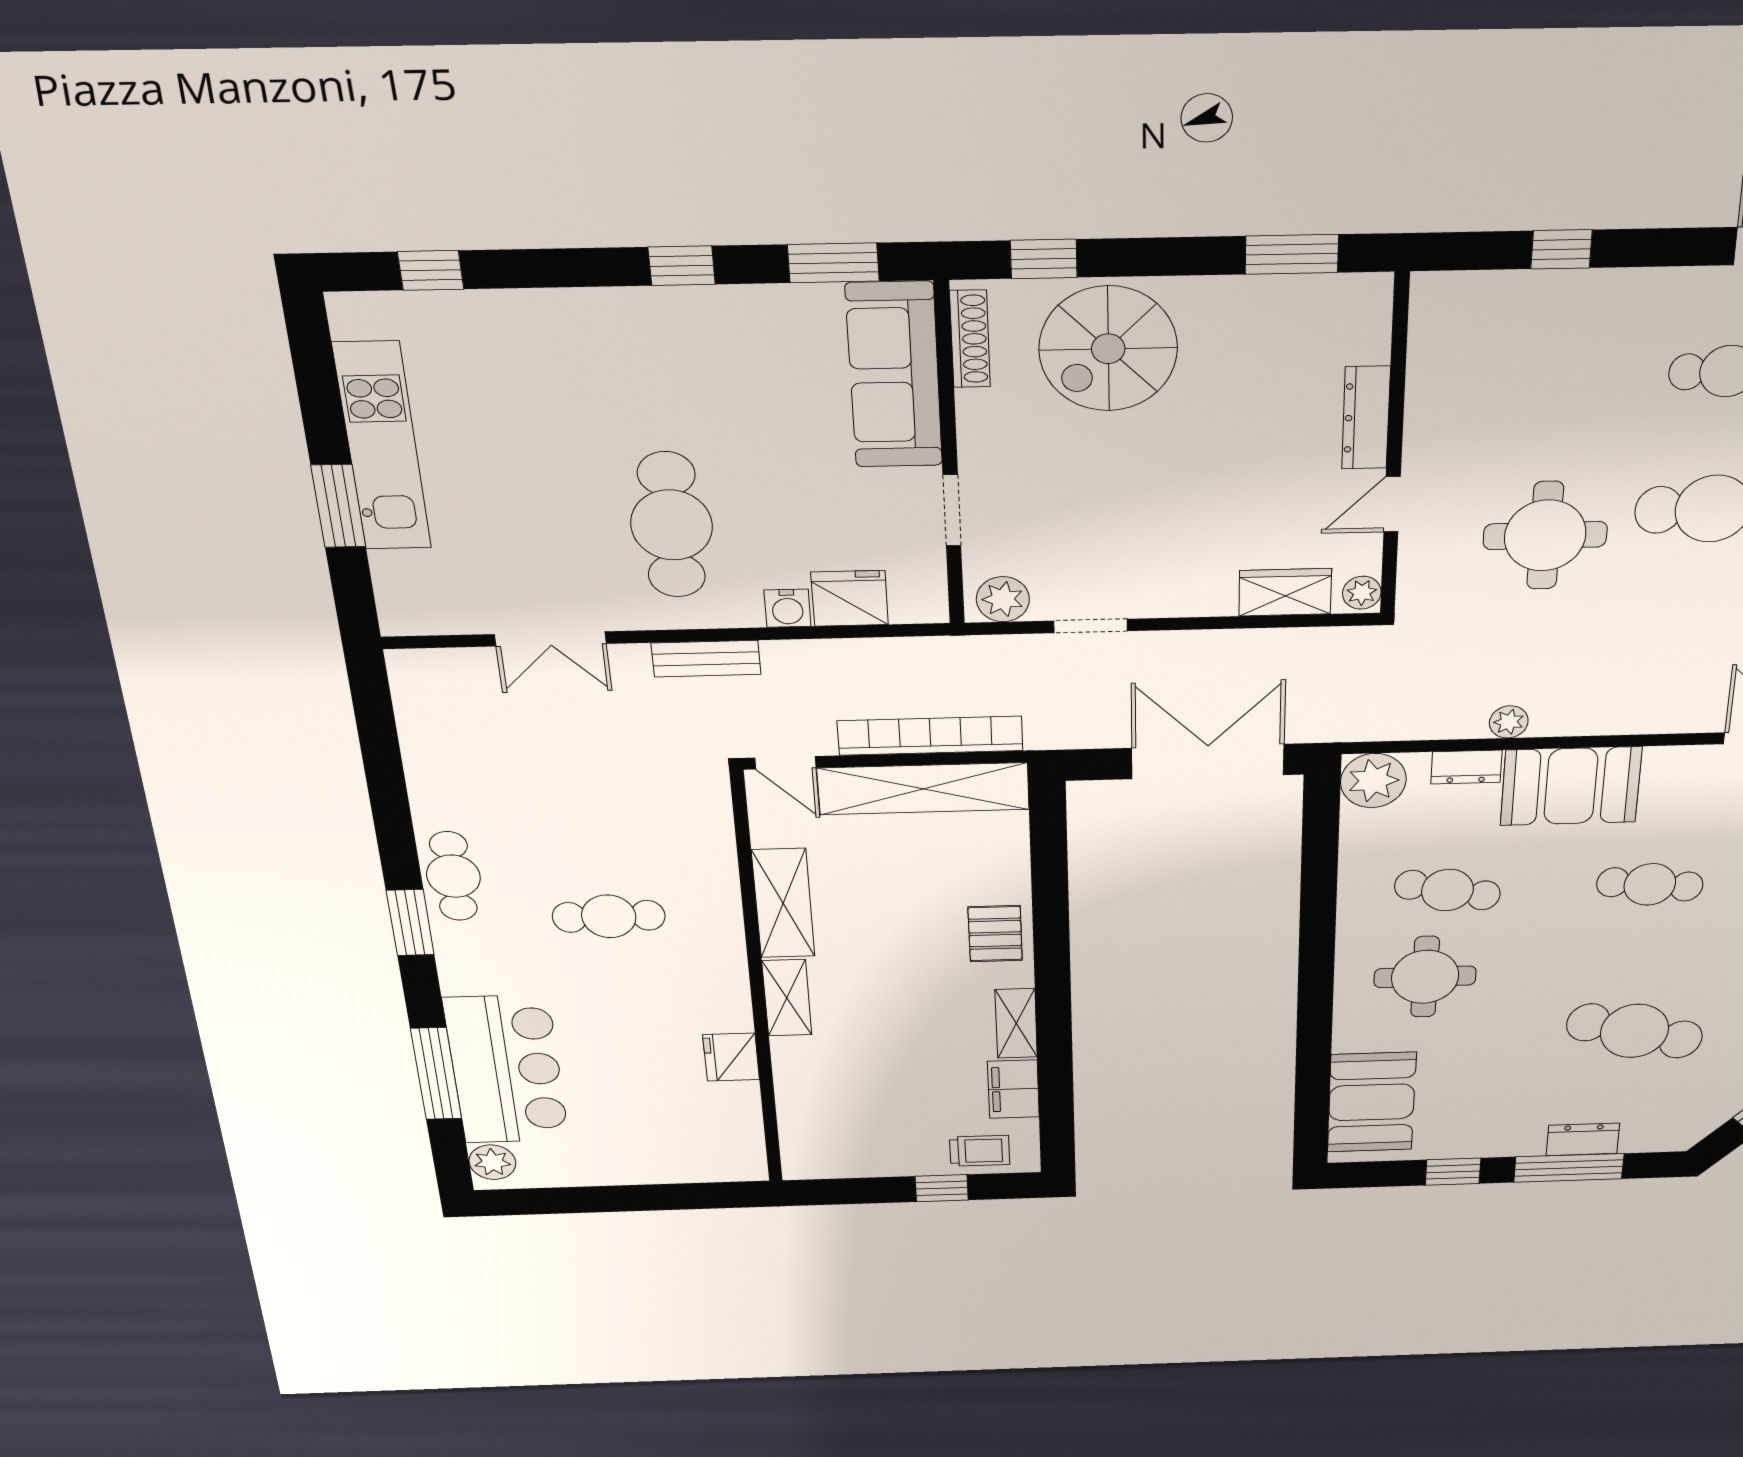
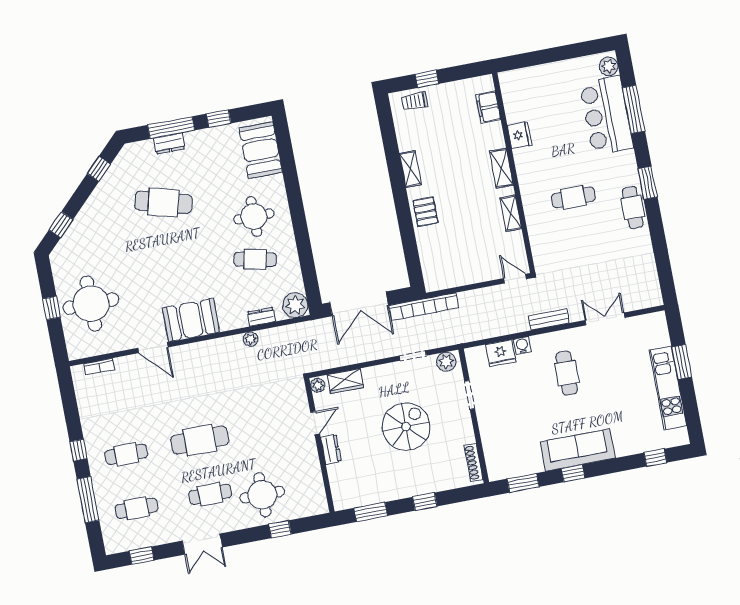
window: (1044, 259) -> (425, 502), moved
spiral stairs: (1108, 349) -> (406, 427), moved
sofa: (894, 375) -> (578, 450), moved, turned -90
dresser: (1366, 418) -> (331, 449), width x0.70
cafe table: (672, 525) -> (567, 373), width x0.73, depth x0.74
round table: (1545, 535) -> (262, 495), moved
bookcase: (930, 736) -> (424, 307), moved
booth: (1571, 786) -> (191, 320), moved
shelving: (923, 789) -> (463, 275), removed
cafe table: (1650, 884) -> (177, 274), removed
shelving: (783, 903) -> (511, 213), width x0.67, depth x0.75
filing cabinet: (1013, 1089) -> (488, 107), moved, turned 180

